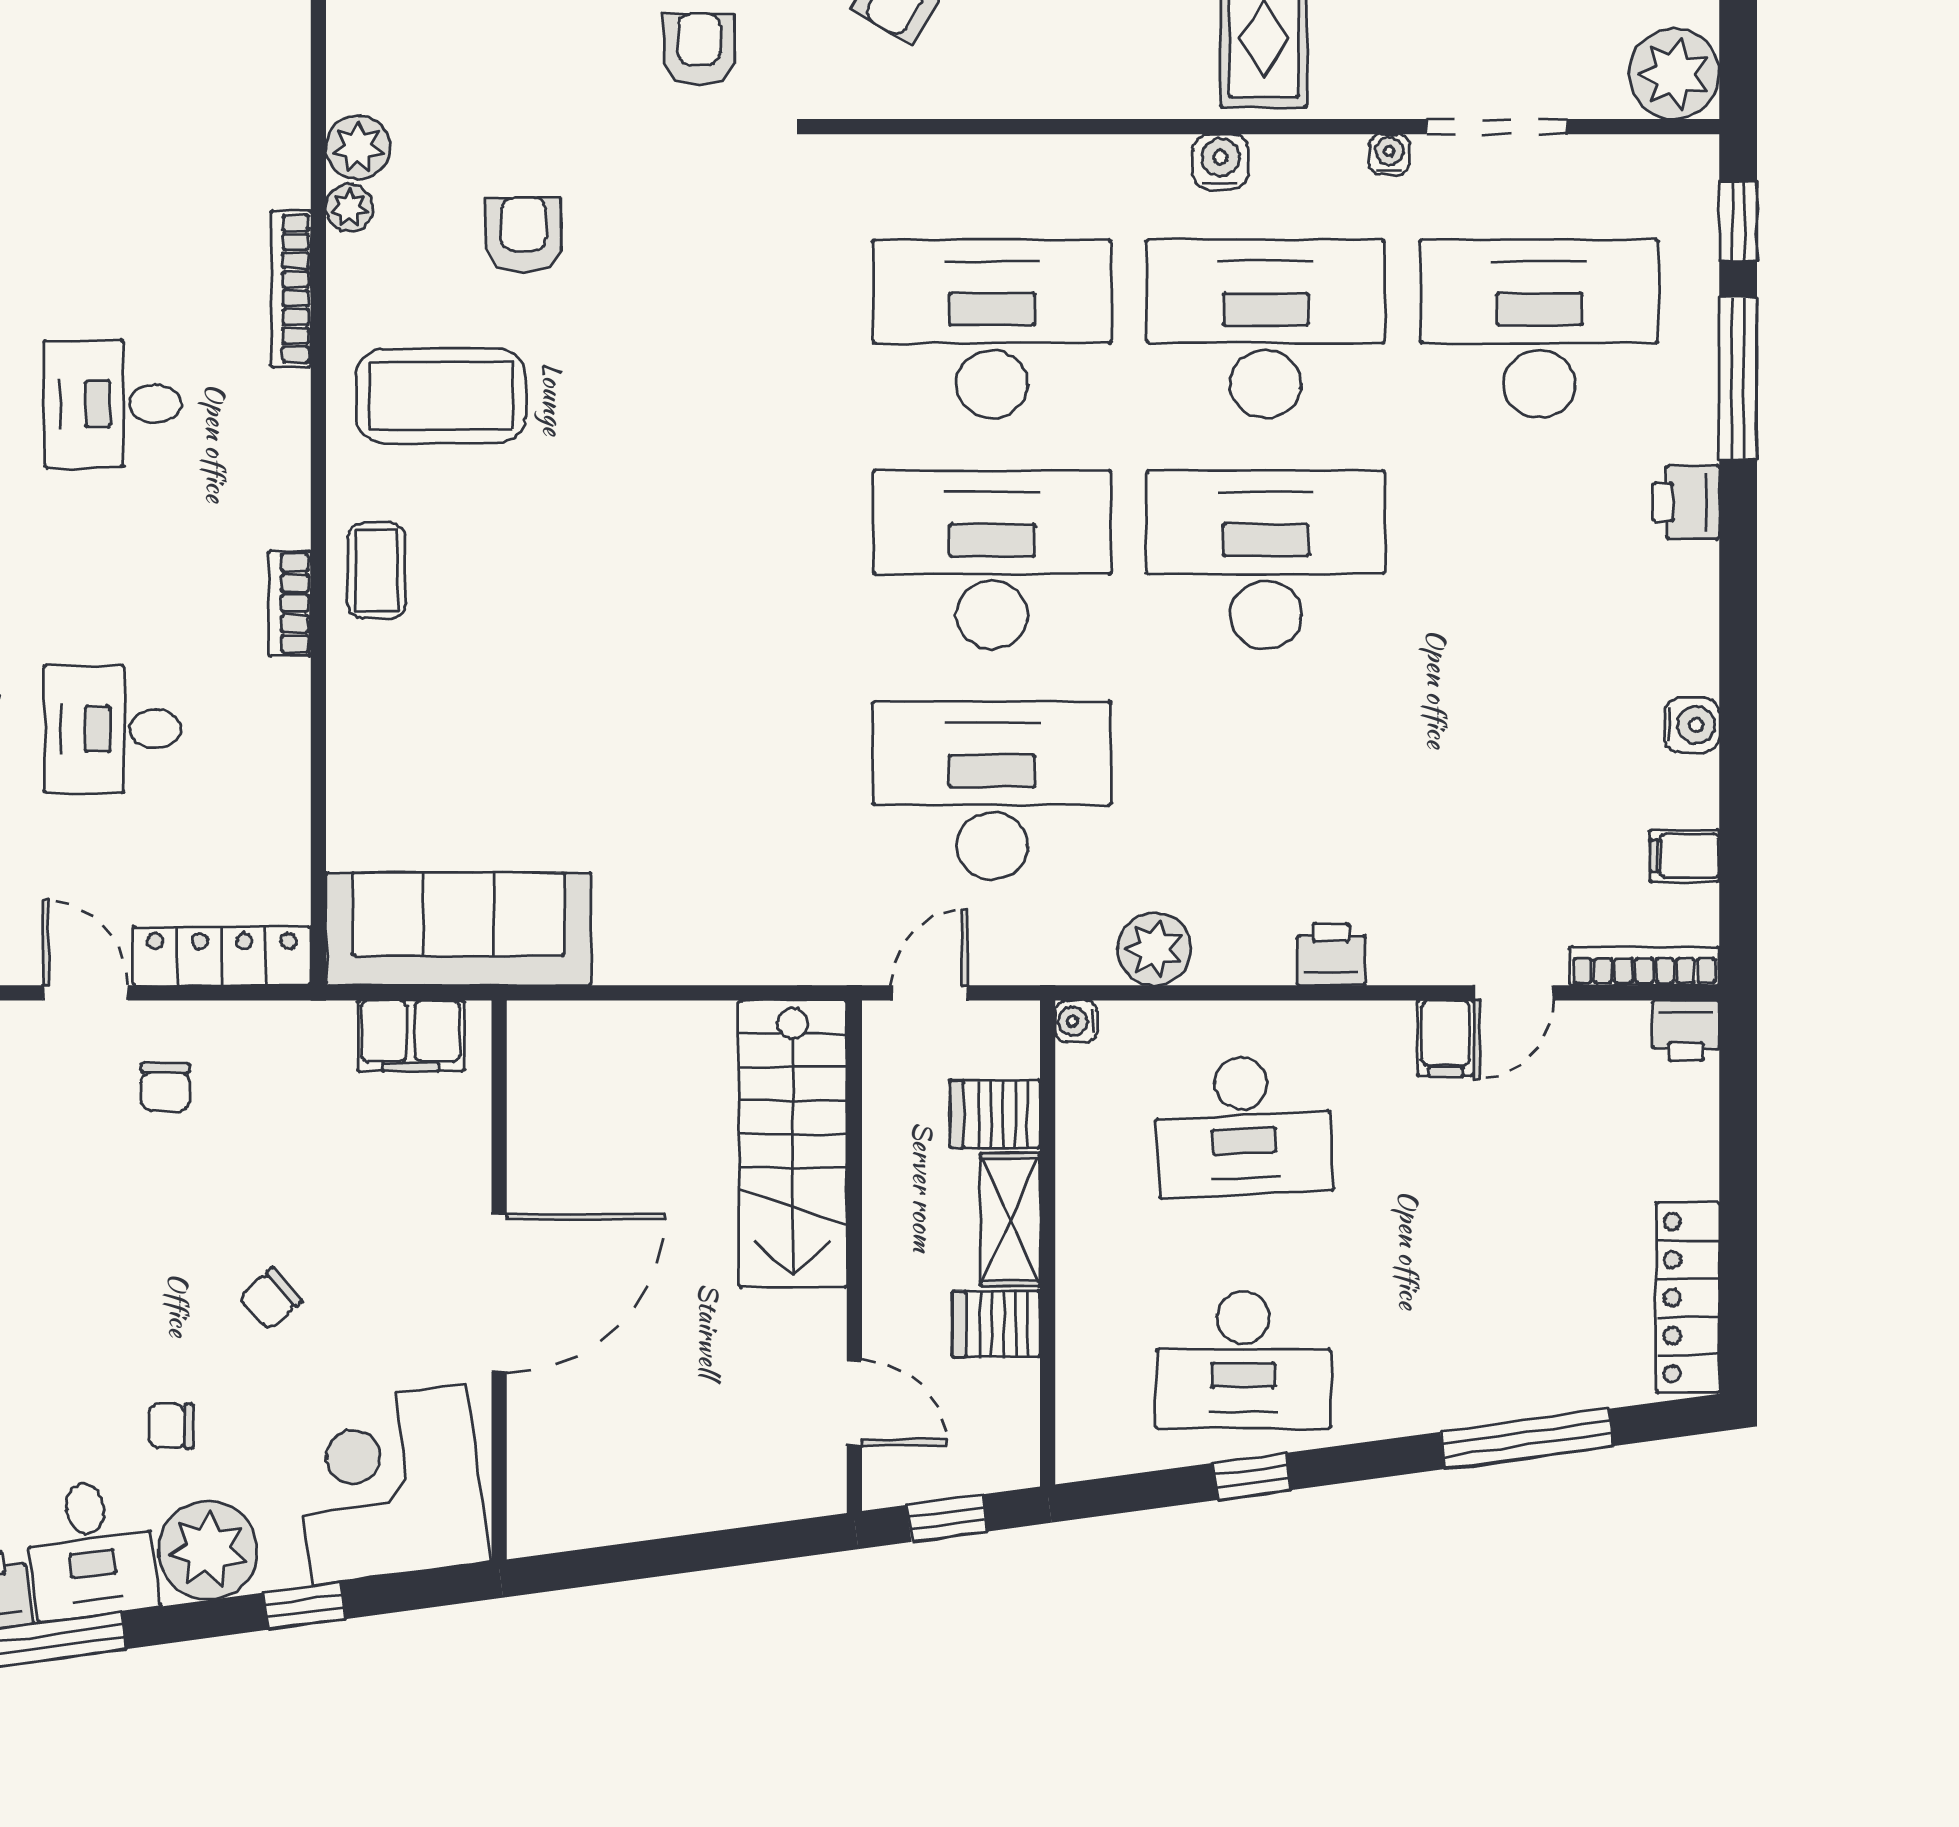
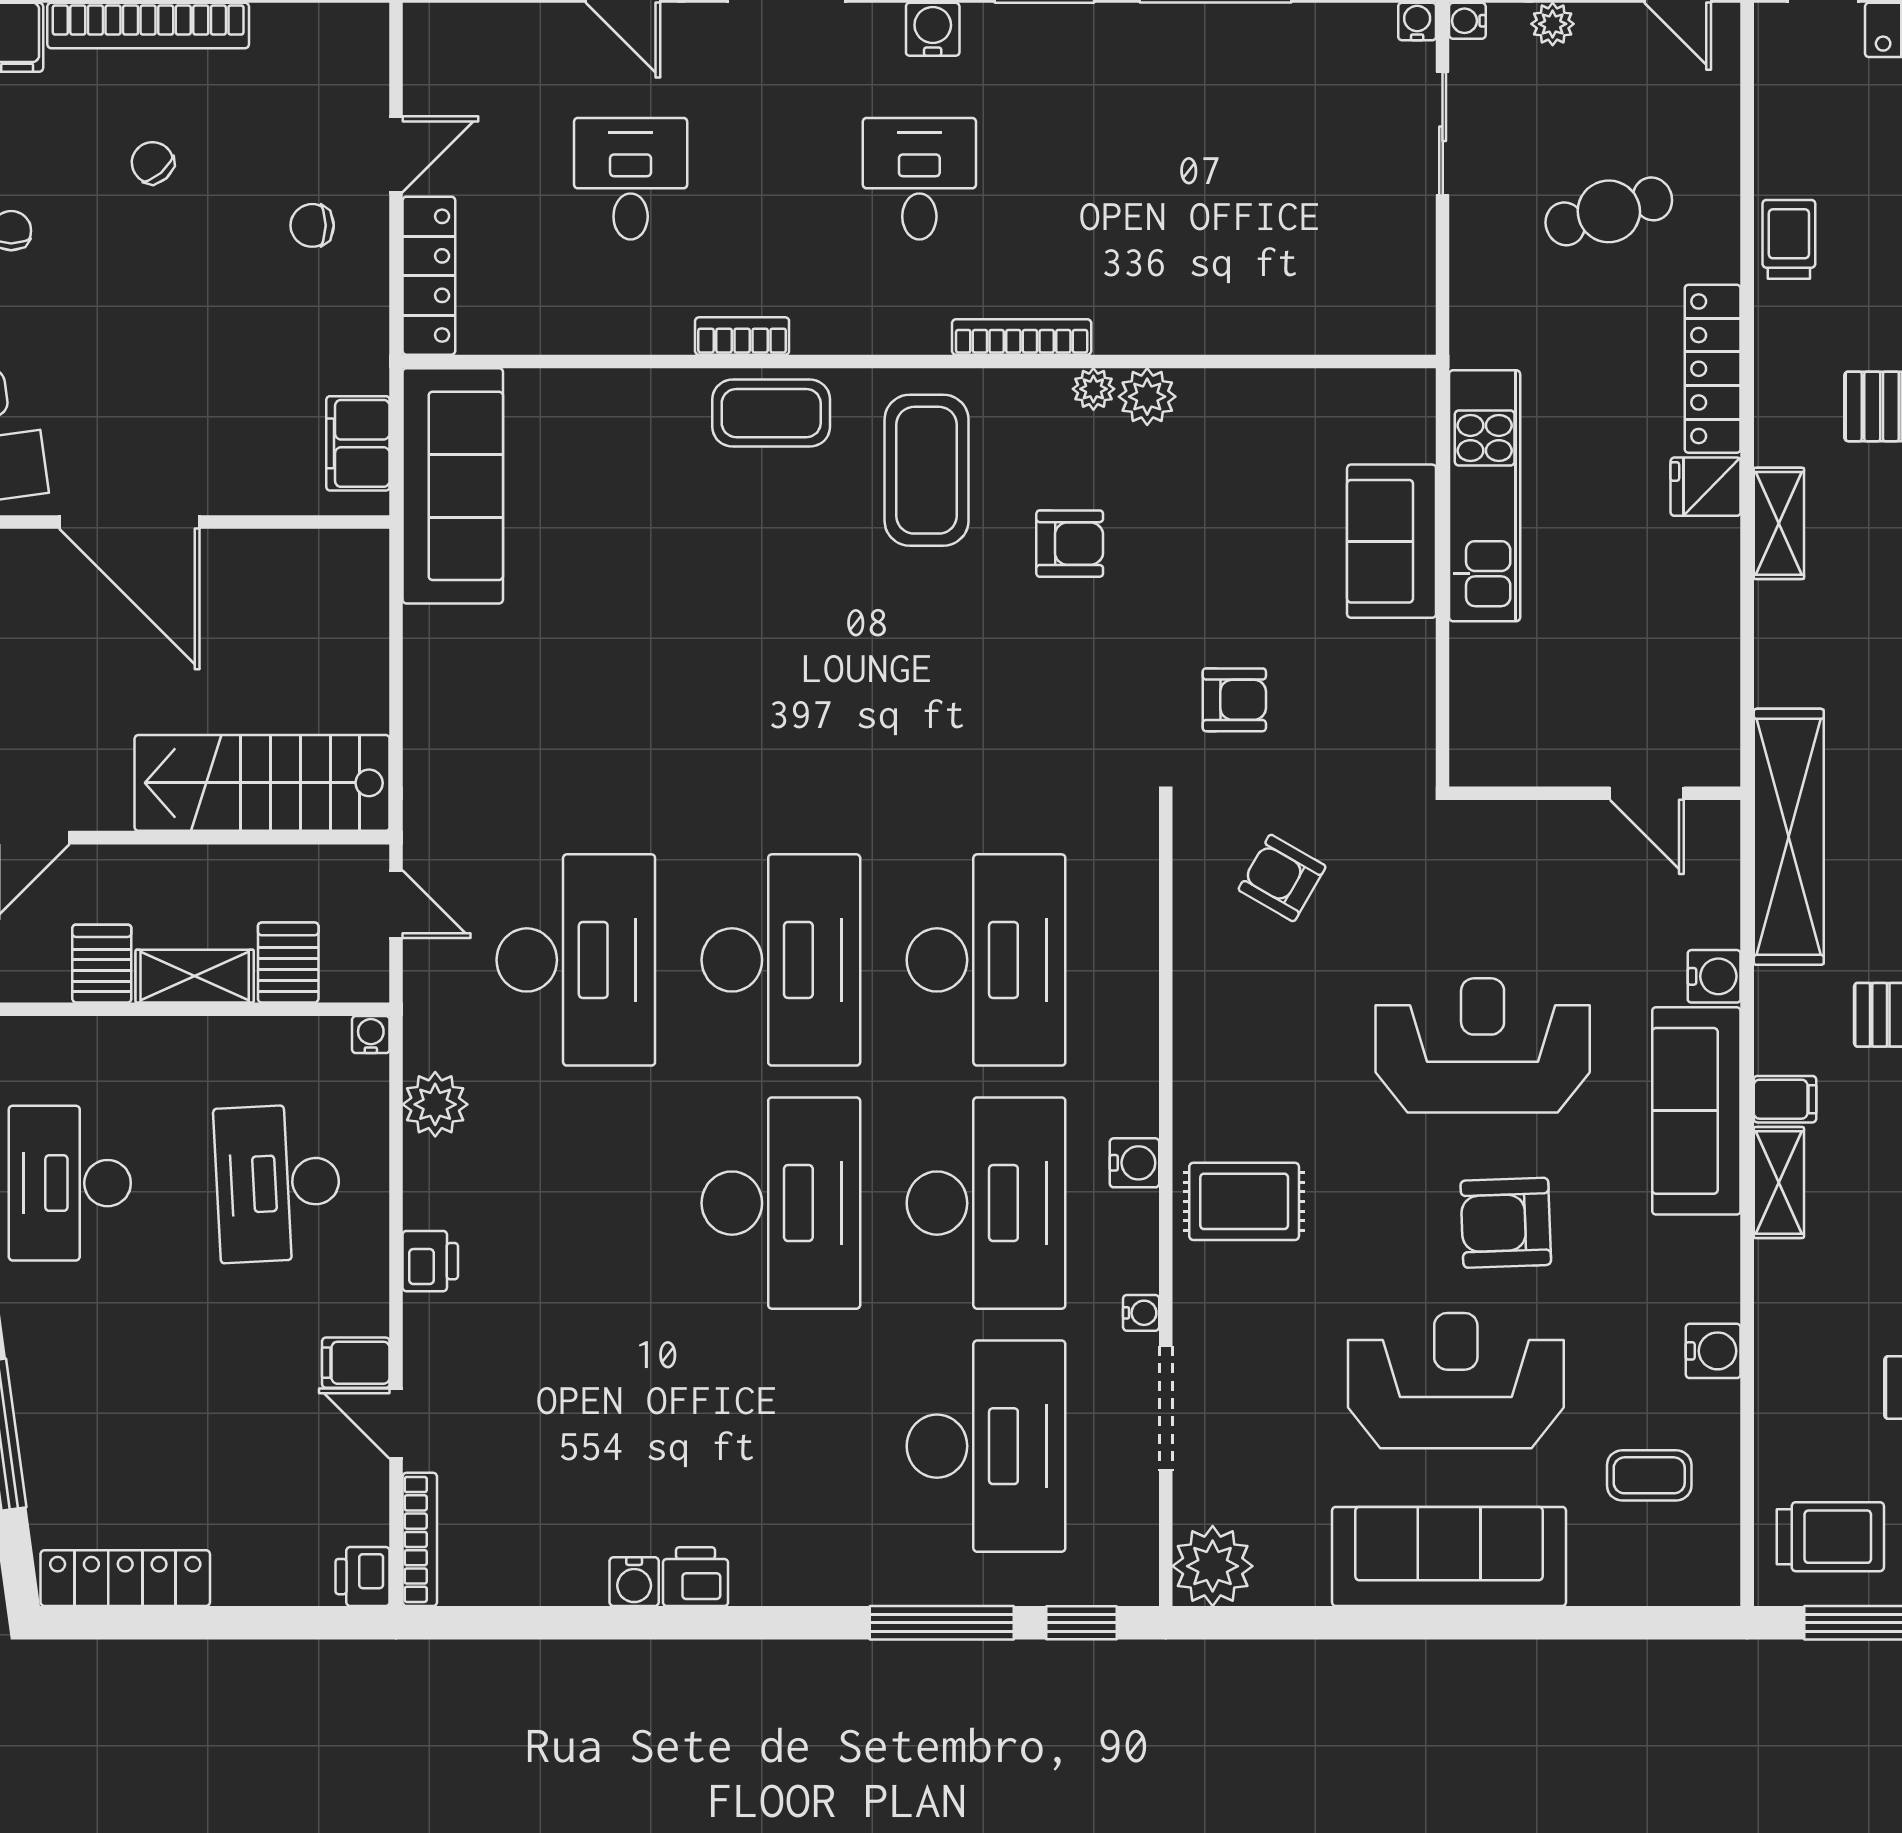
printer: (1686, 502) -> (696, 1577), moved
coffee table: (377, 571) -> (771, 413), width x1.36, depth x1.30
filing cabinet: (1685, 856) -> (518, 1575), removed
chair: (270, 1299) -> (153, 163), moved

